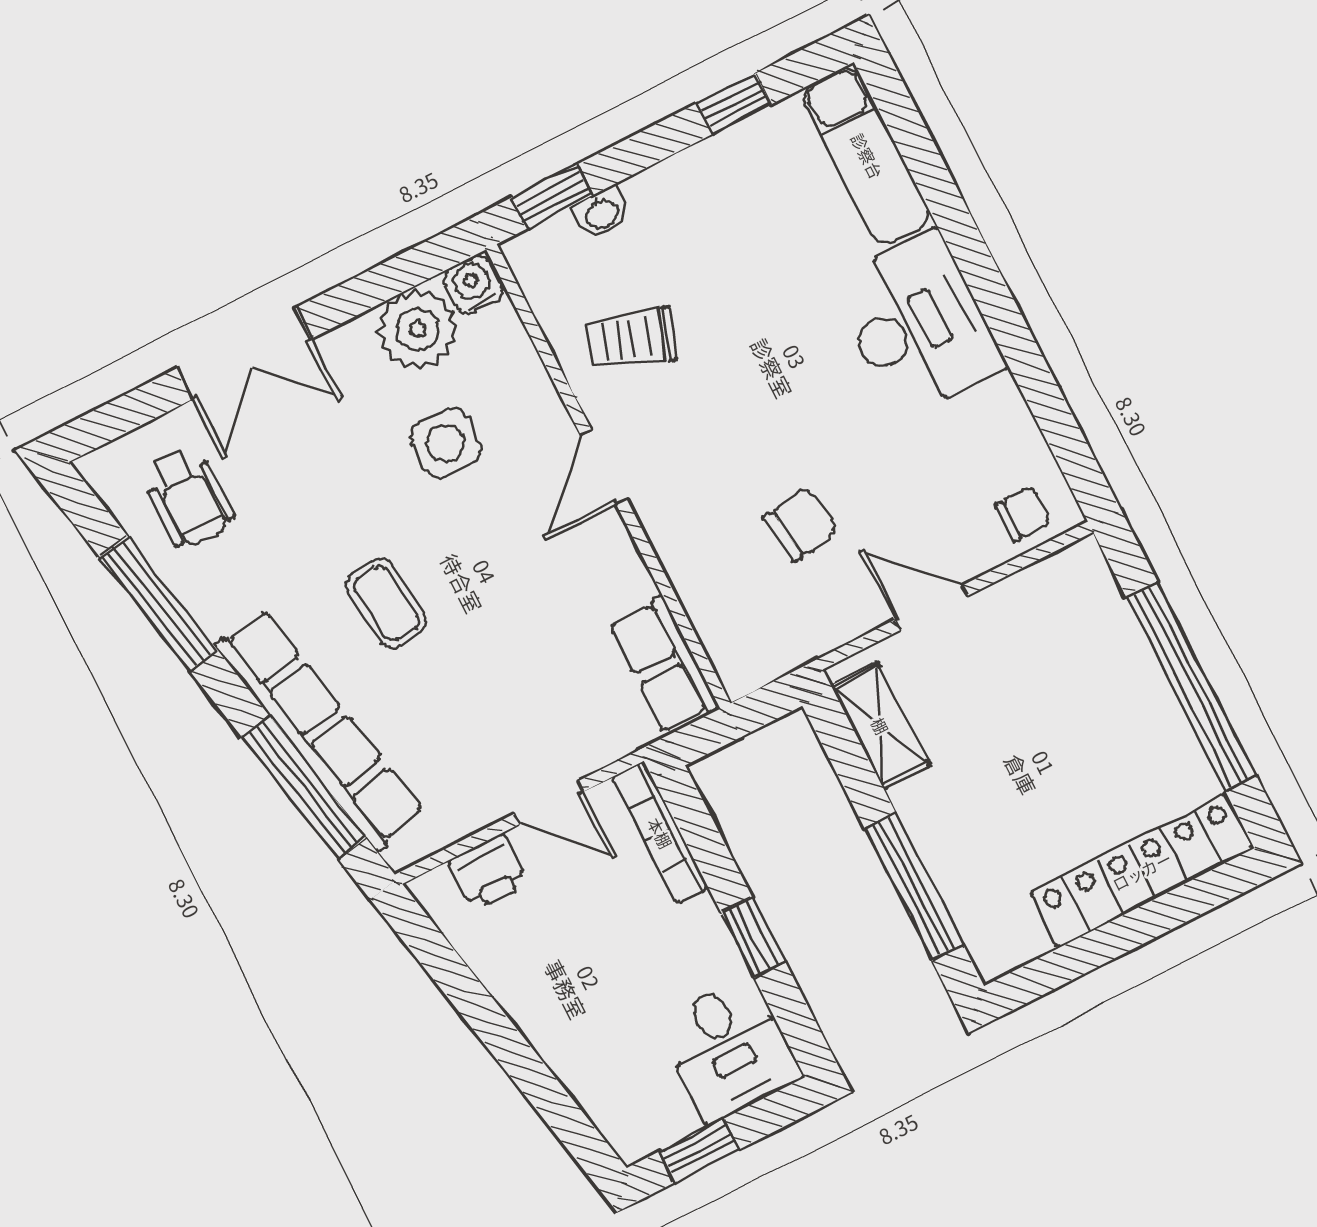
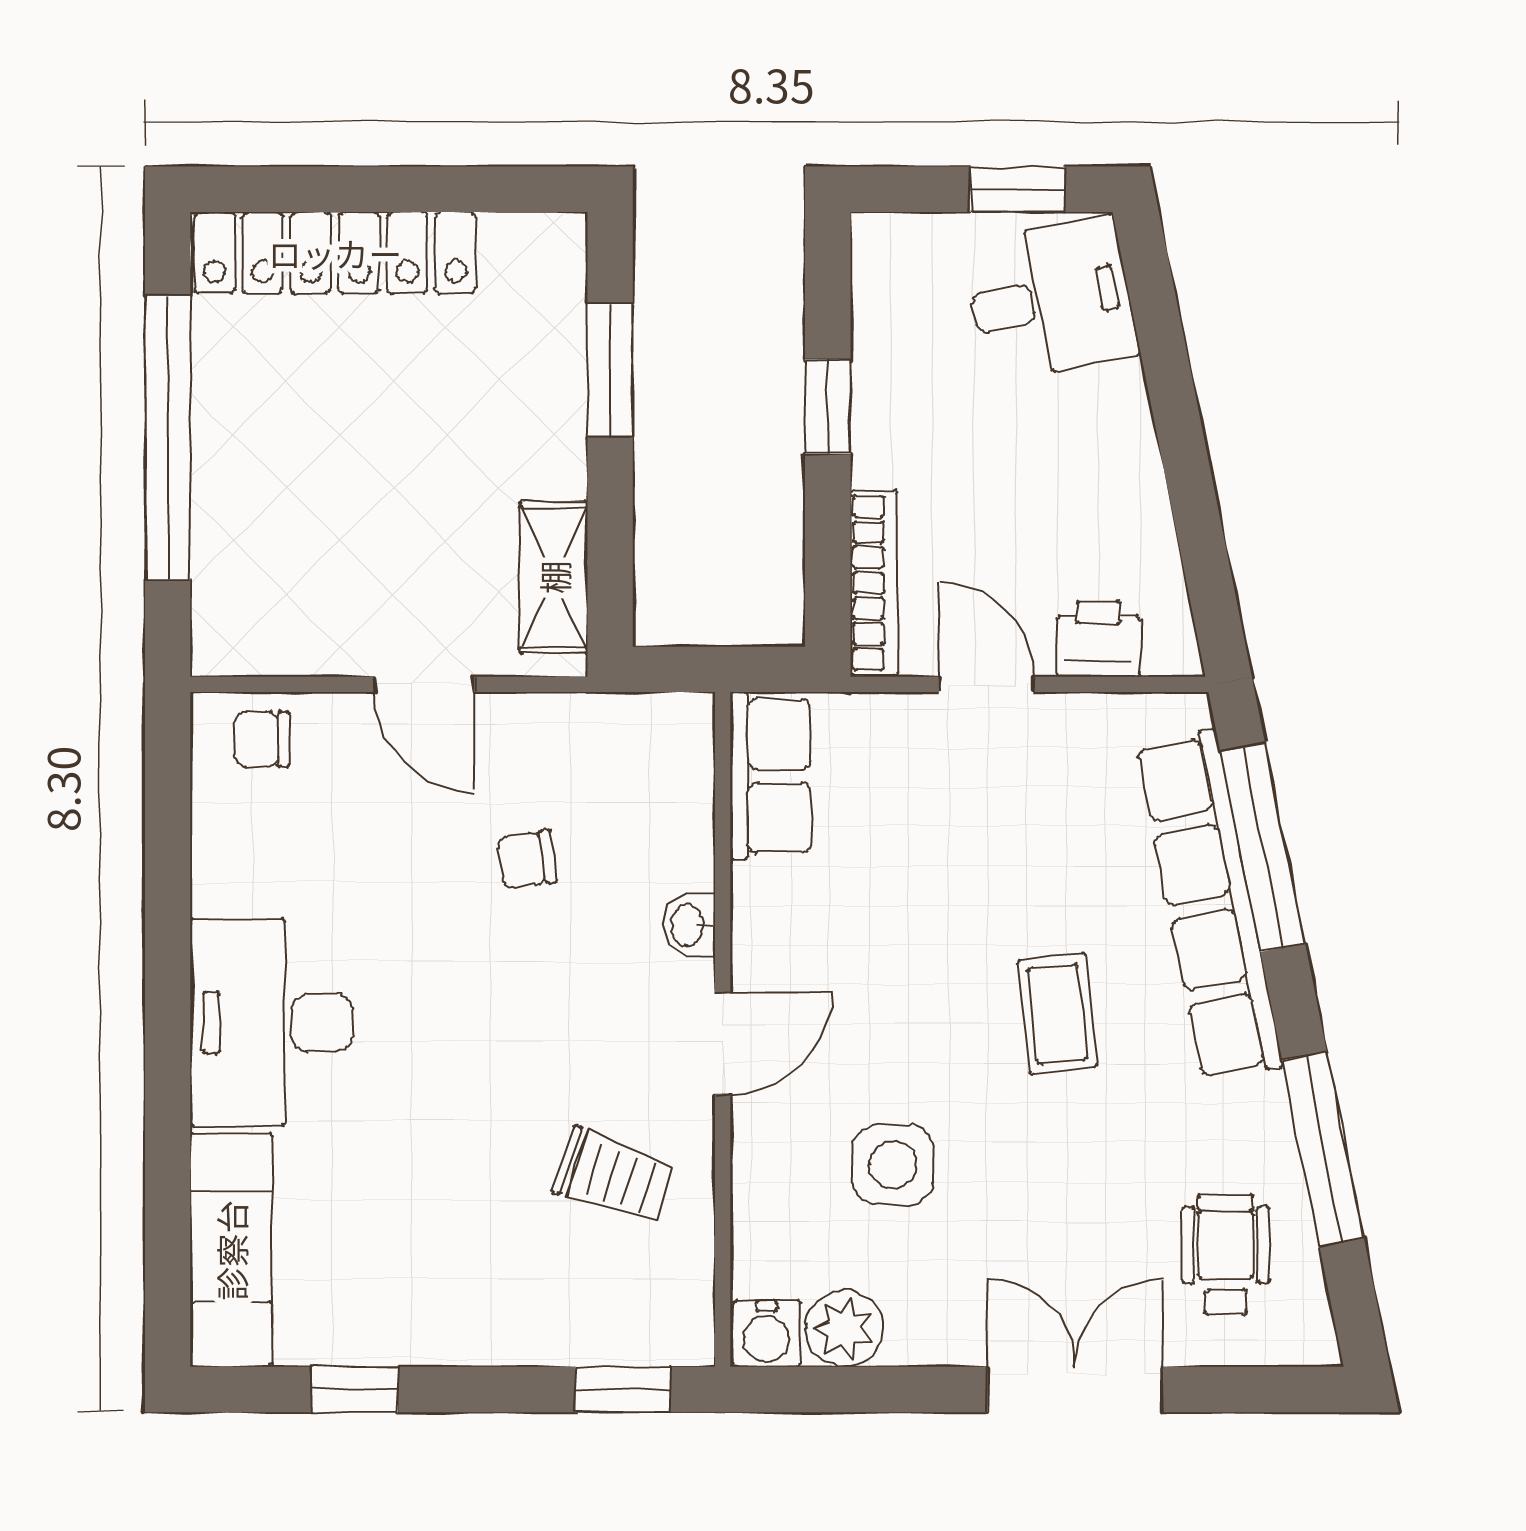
washbasin: (602, 213) -> (689, 925), moved, turned -90
plant: (417, 329) -> (844, 1328), width x0.73, depth x0.73
chair: (801, 524) -> (527, 859), width x0.73, depth x0.73
window: (914, 886) -> (610, 370), width x0.69
desk: (729, 1049) -> (1051, 299), moved, turned 79

